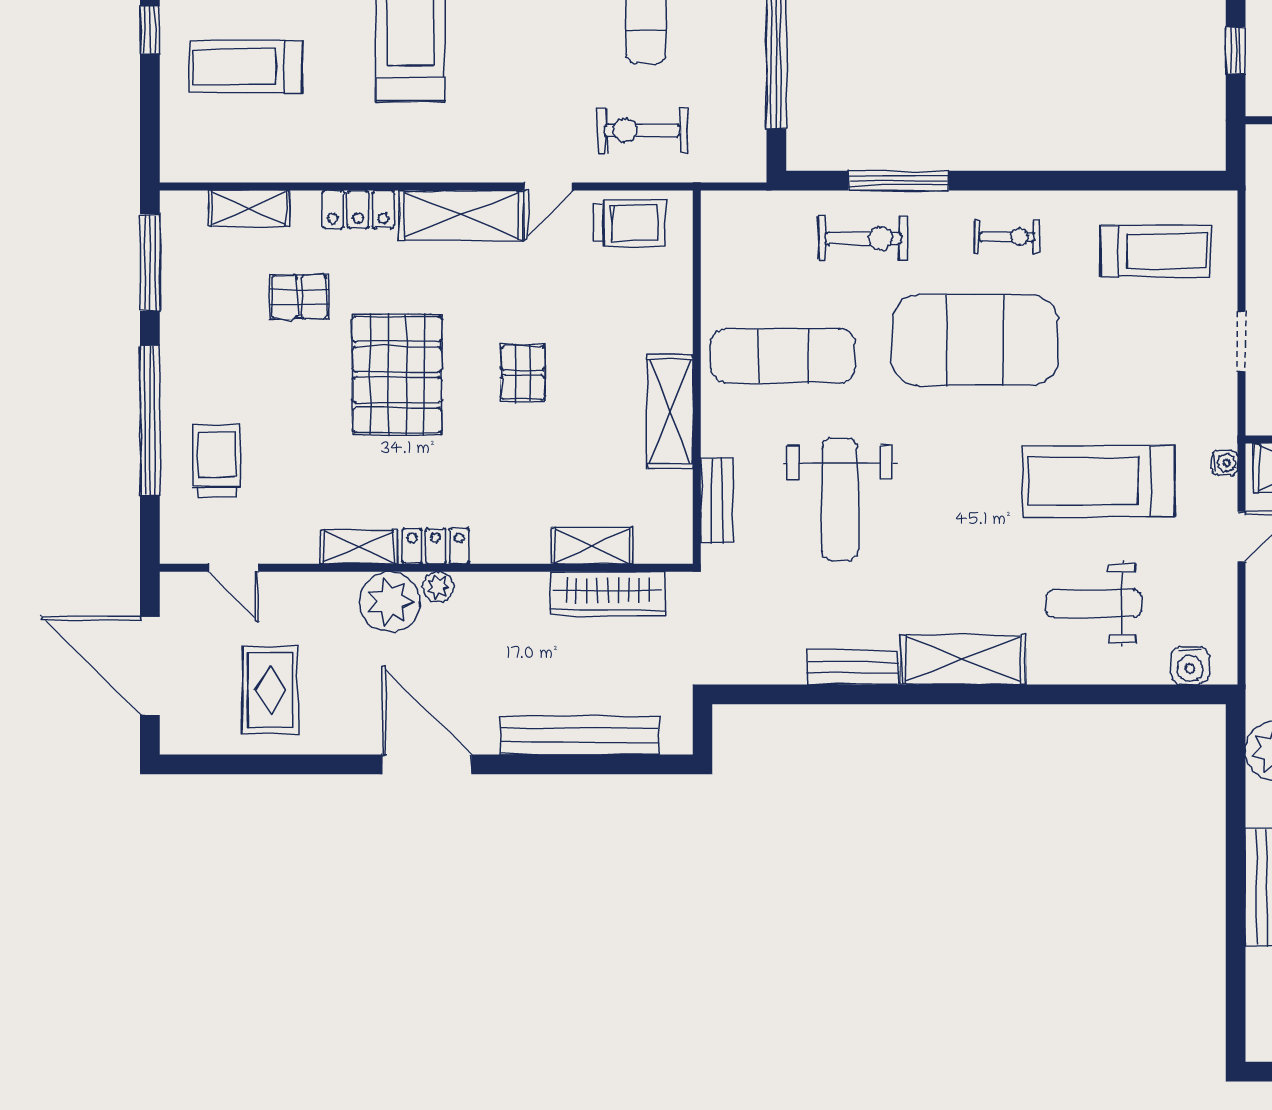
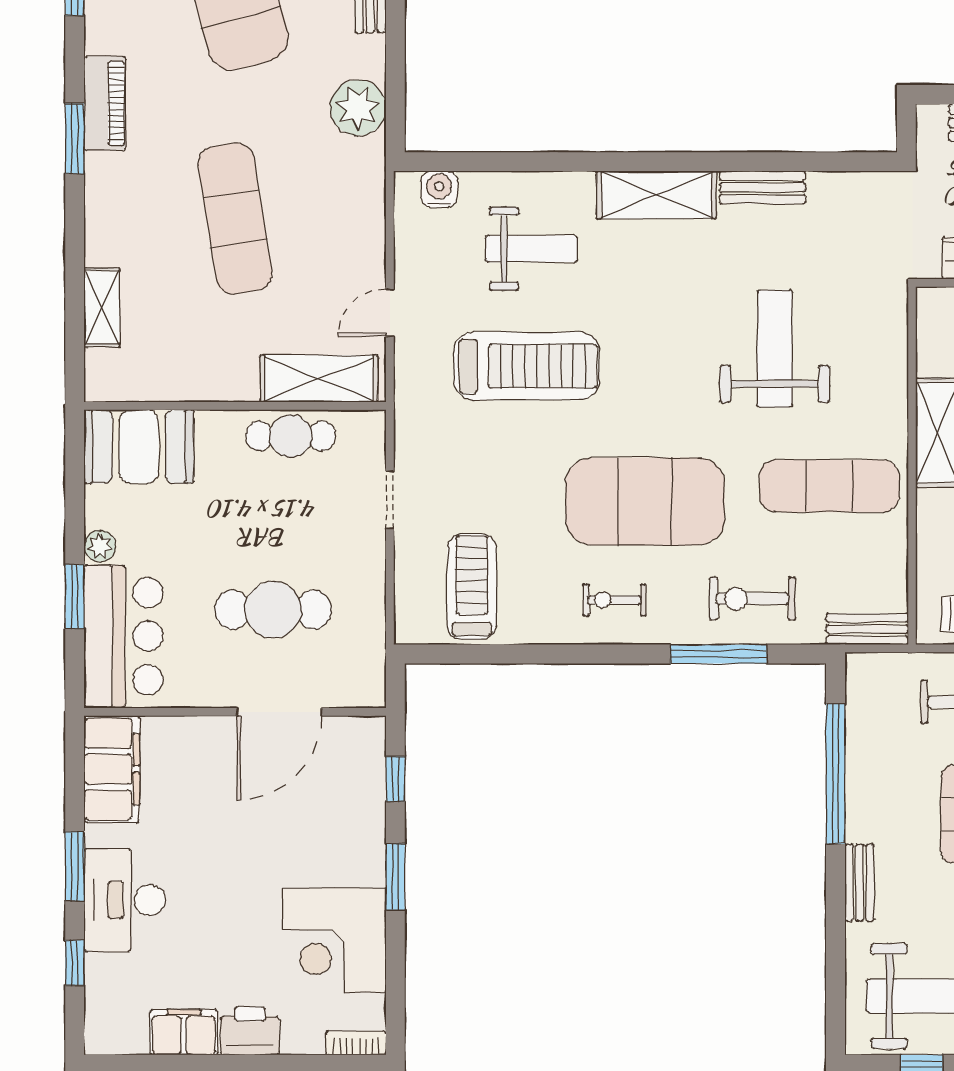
treadmill: (1156, 251) -> (472, 587), turned 90
water cooler: (1225, 463) -> (406, 384), removed
bench: (717, 501) -> (867, 629), moved, turned 90

